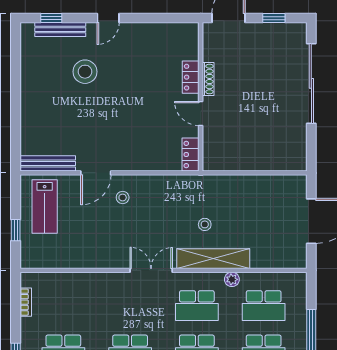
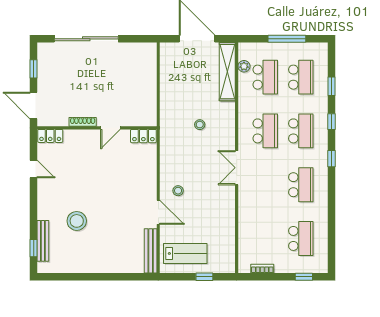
door: (108, 18) -> (34, 169), moved
locker: (191, 77) -> (50, 136), moved
shelving: (213, 259) -> (227, 72), moved
plant: (232, 279) -> (244, 66), moved

